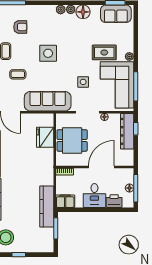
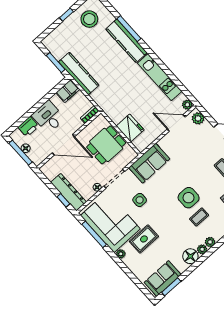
coffee table: (18, 74) -> (199, 217), moved
sofa: (48, 101) -> (149, 163), width x0.73
door: (101, 167) -> (63, 145), hinge flipped

